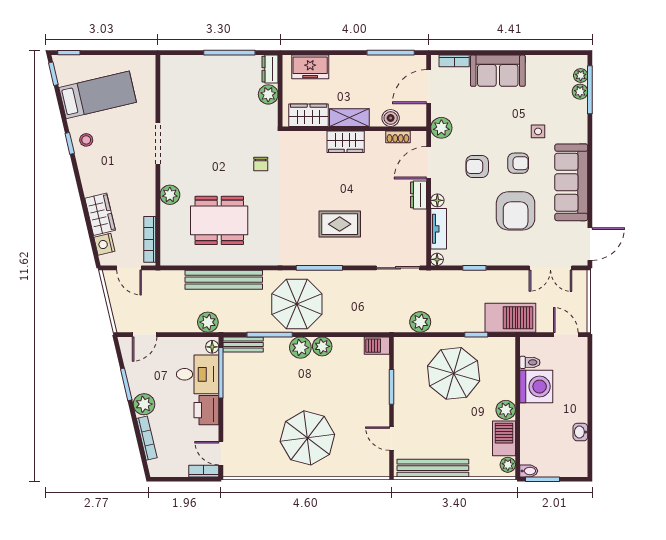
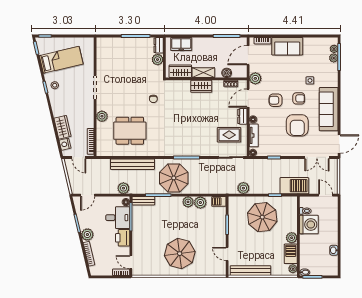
rug: (340, 224) -> (229, 135), moved
plant: (300, 348) -> (200, 203), moved

